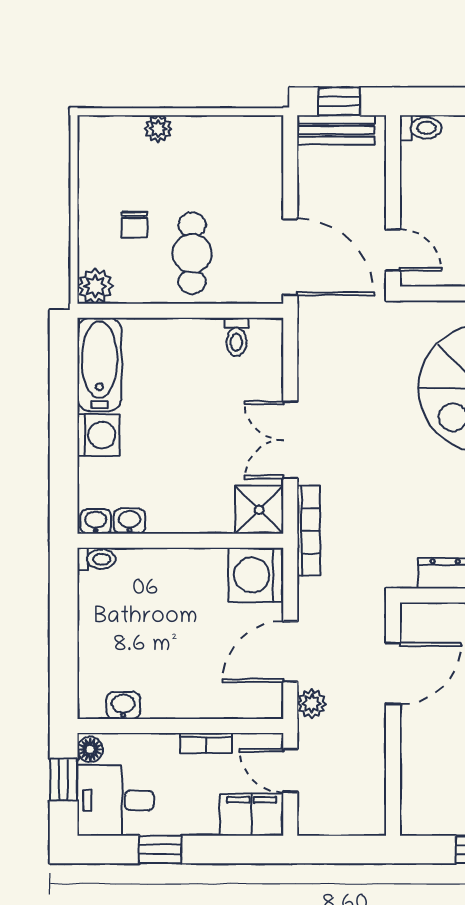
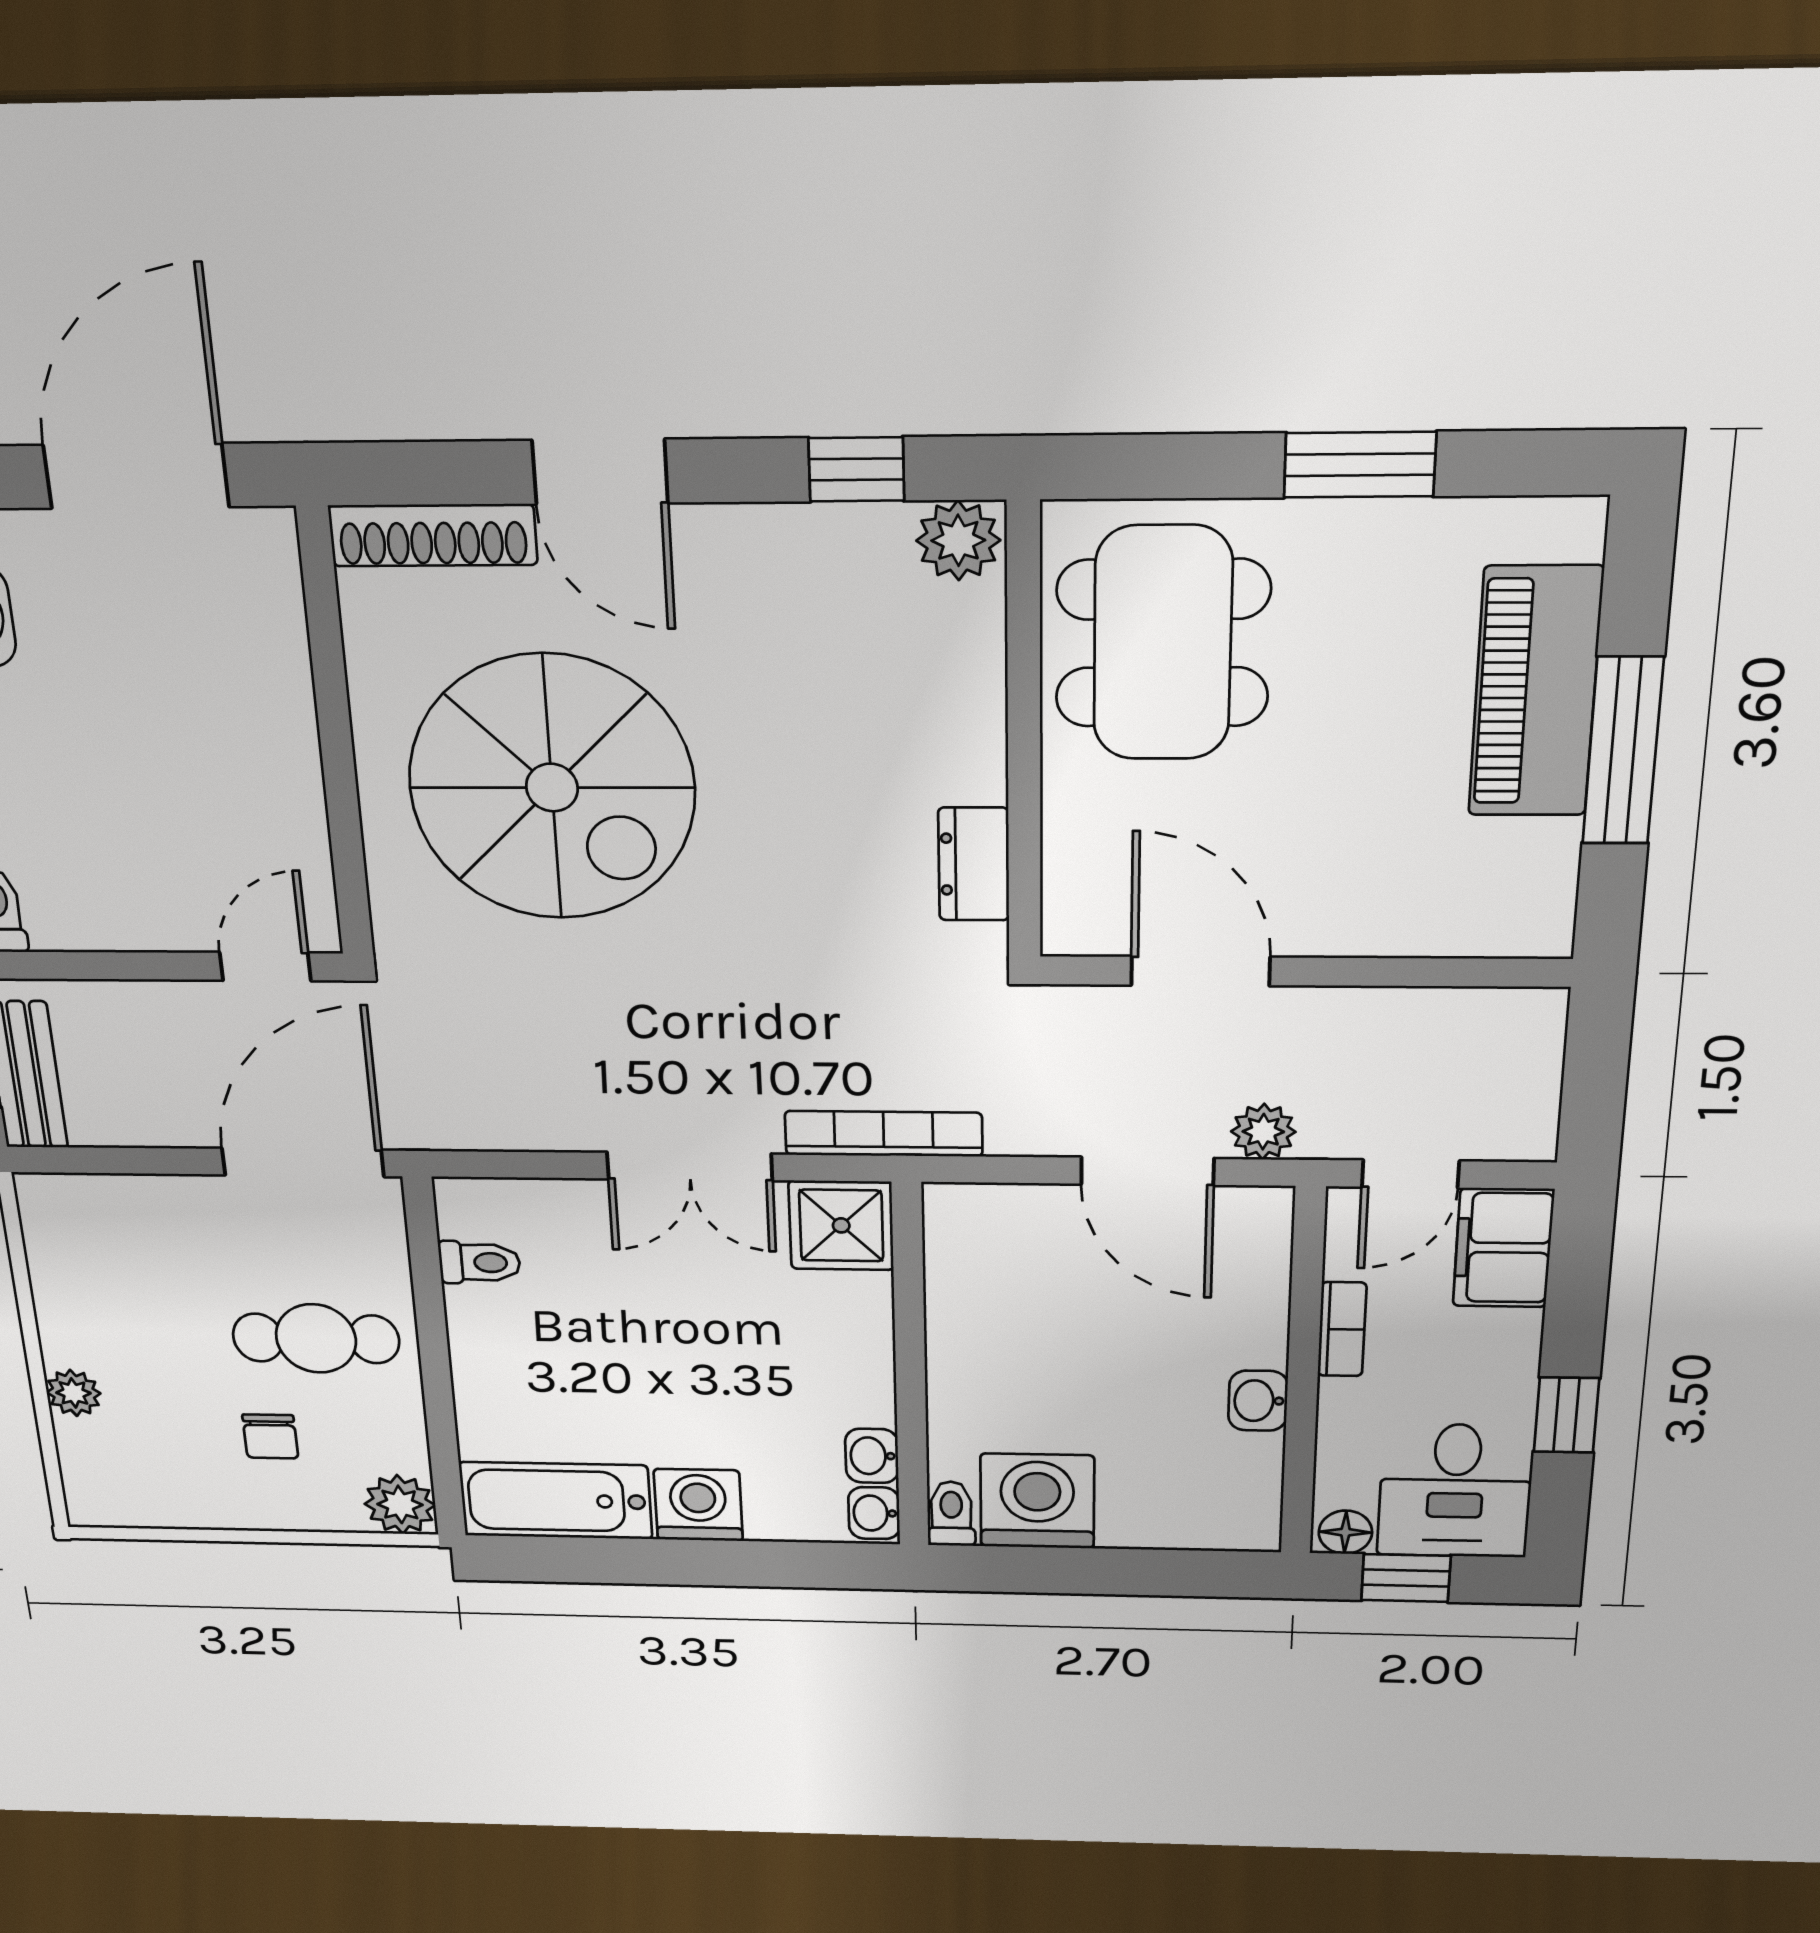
chair: (134, 225) -> (270, 1436), turned 90
washing machine: (256, 575) -> (1037, 1501), moved, turned 180
washbasin: (123, 705) -> (1258, 1401), moved

